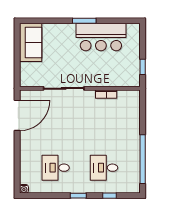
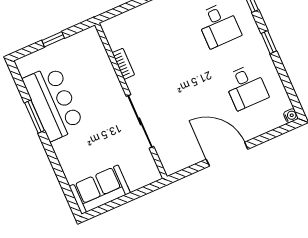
window: (84, 21) -> (35, 117), moved
window: (143, 67) -> (53, 39), moved
door: (17, 115) -> (227, 154), moved

